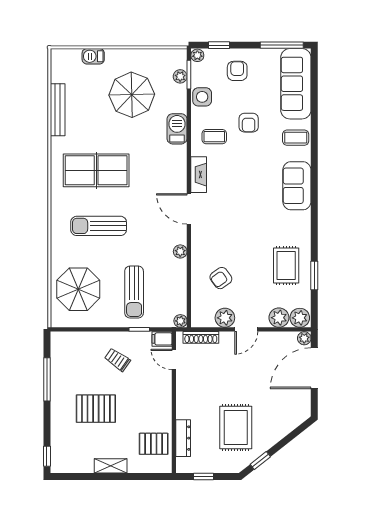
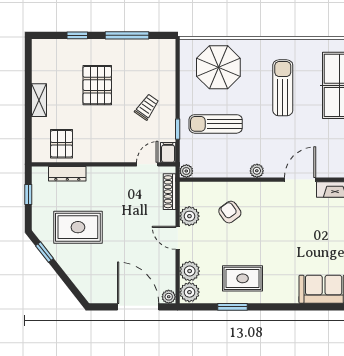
window: (47, 456) -> (77, 35), moved

